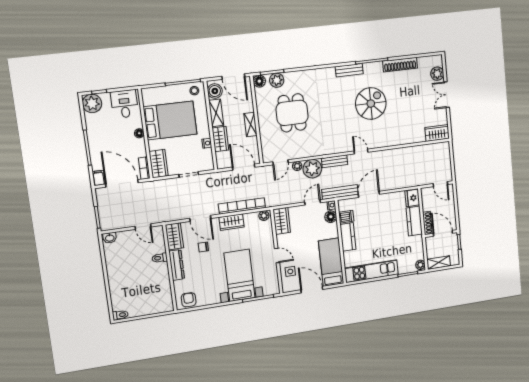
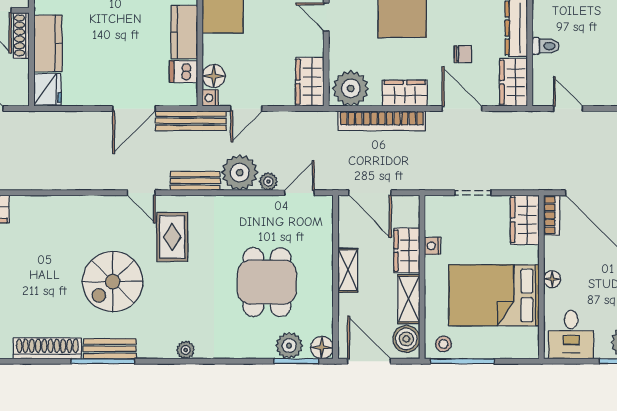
bench: (349, 70) -> (110, 349), moved
plant: (330, 72) -> (186, 350), added
rug: (343, 131) -> (172, 237), added
plant: (264, 216) -> (351, 88), width x1.88, depth x1.88

